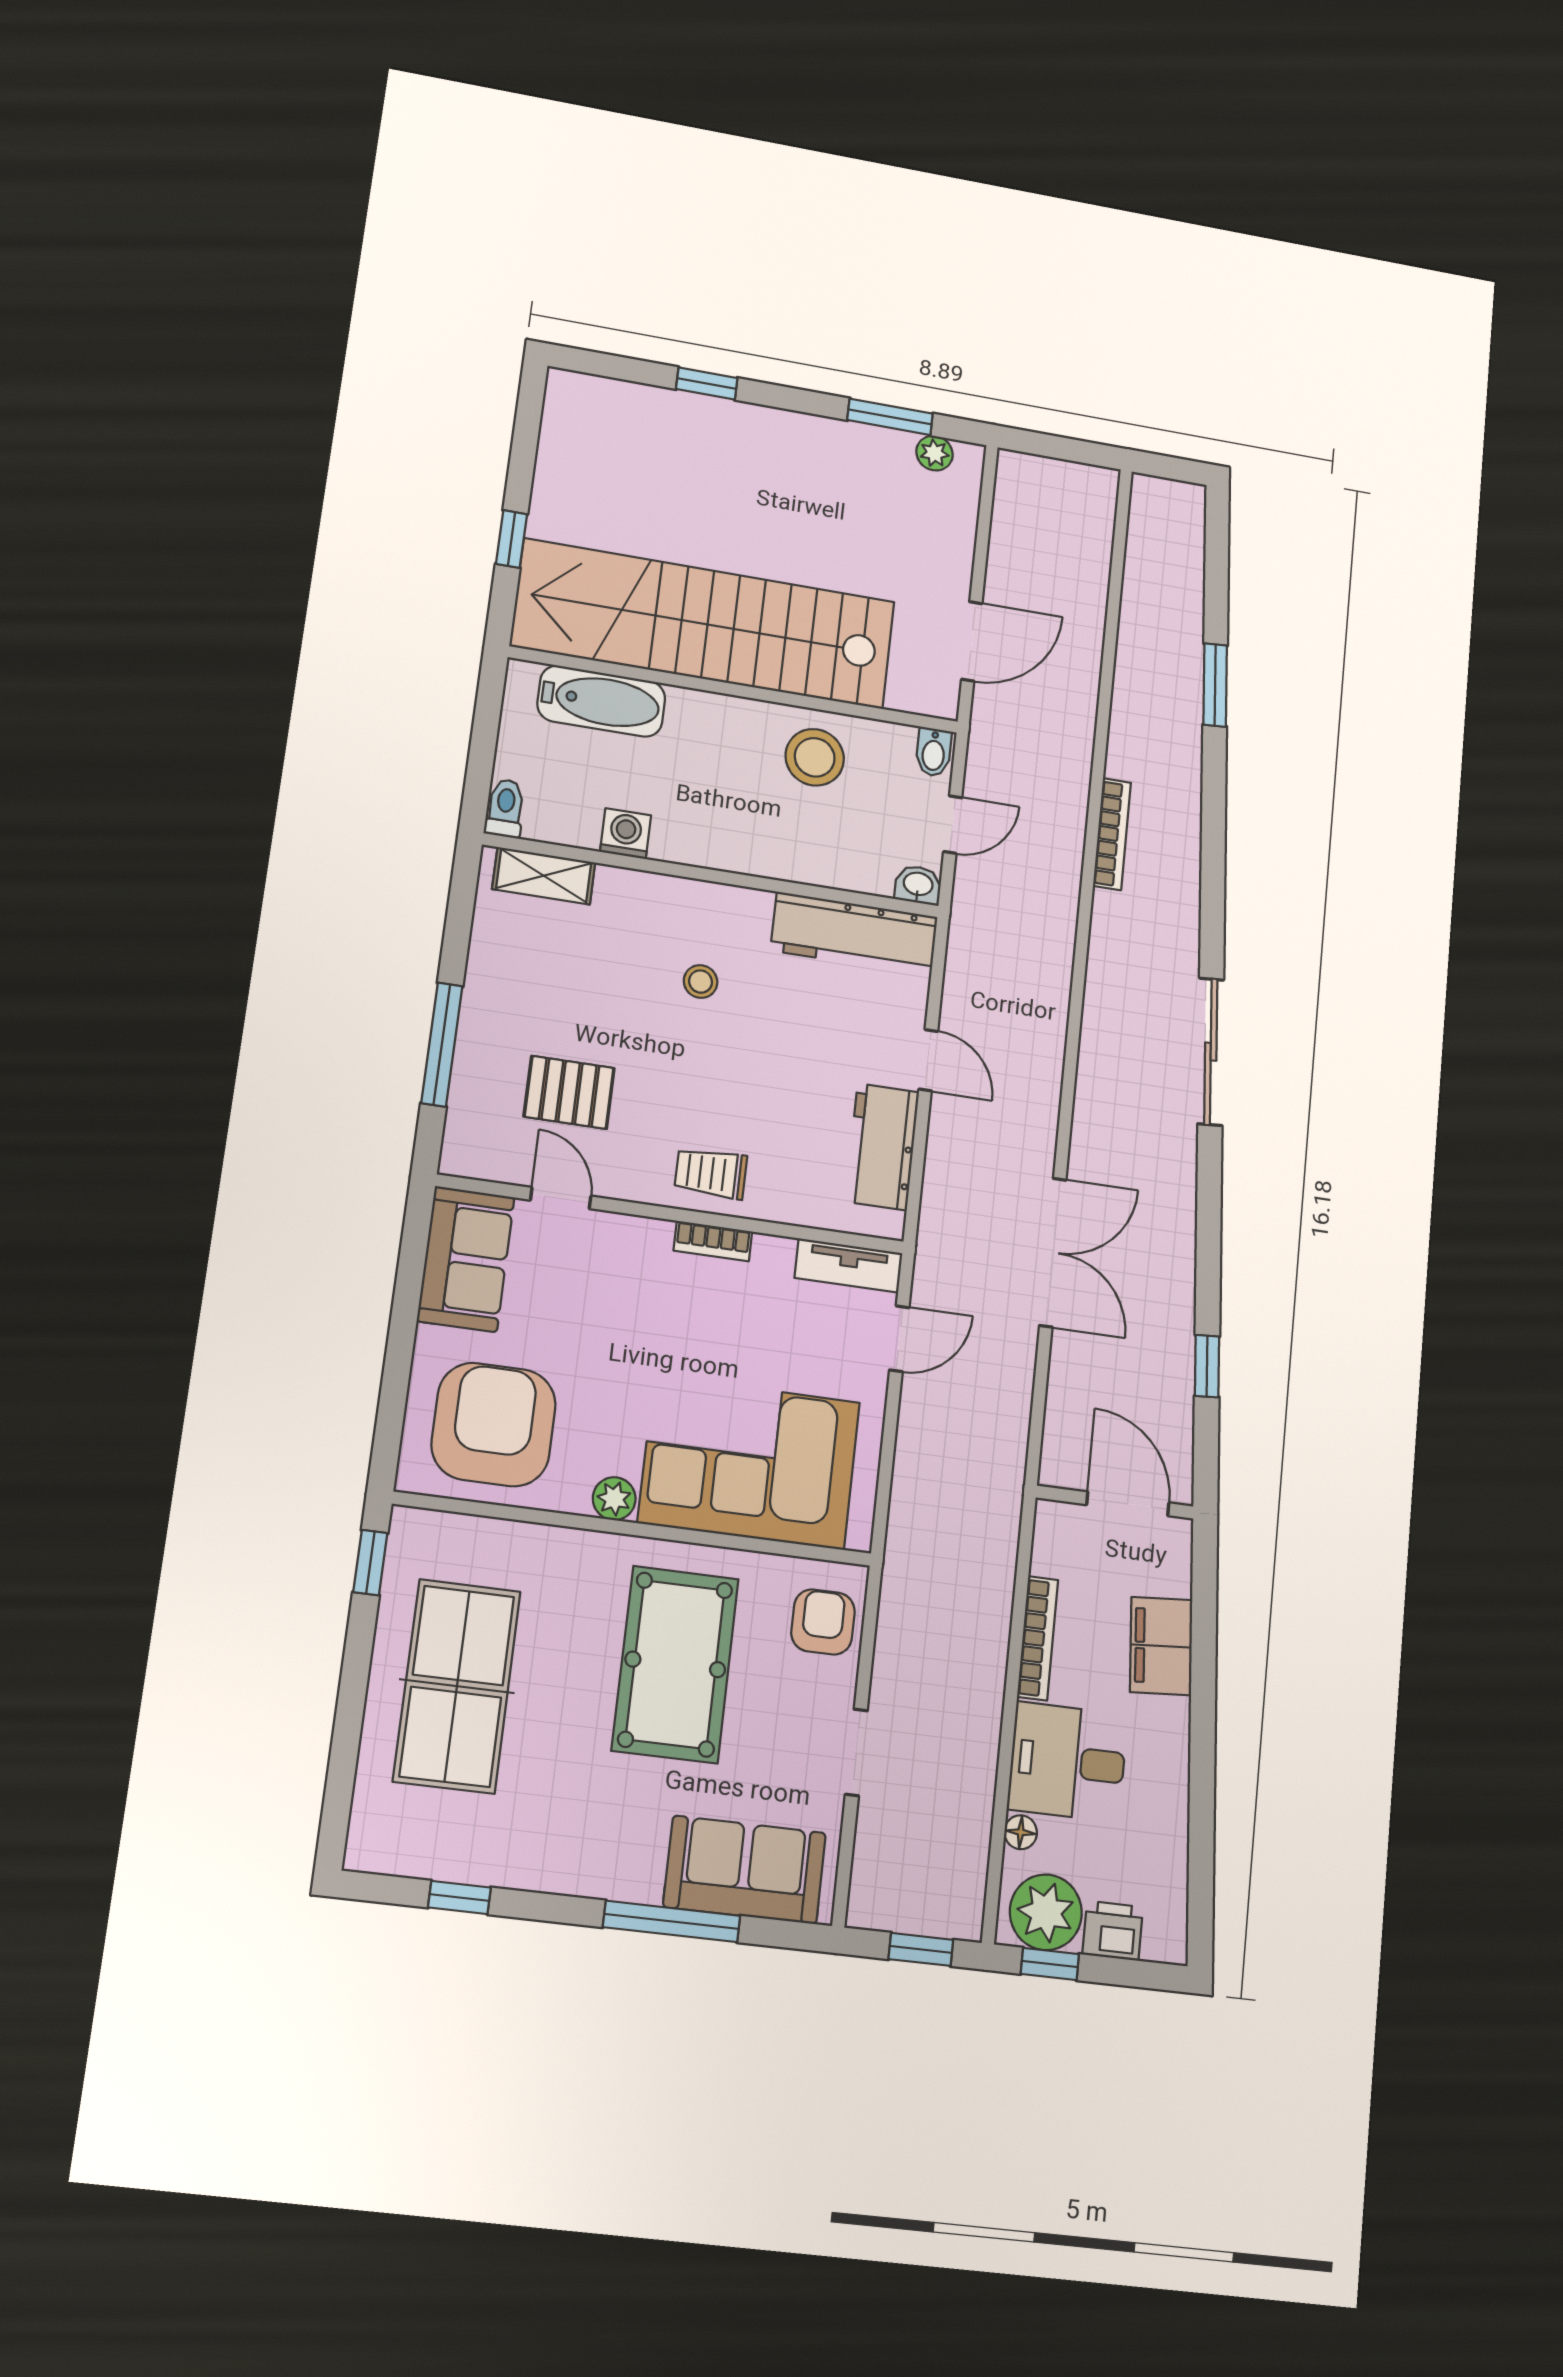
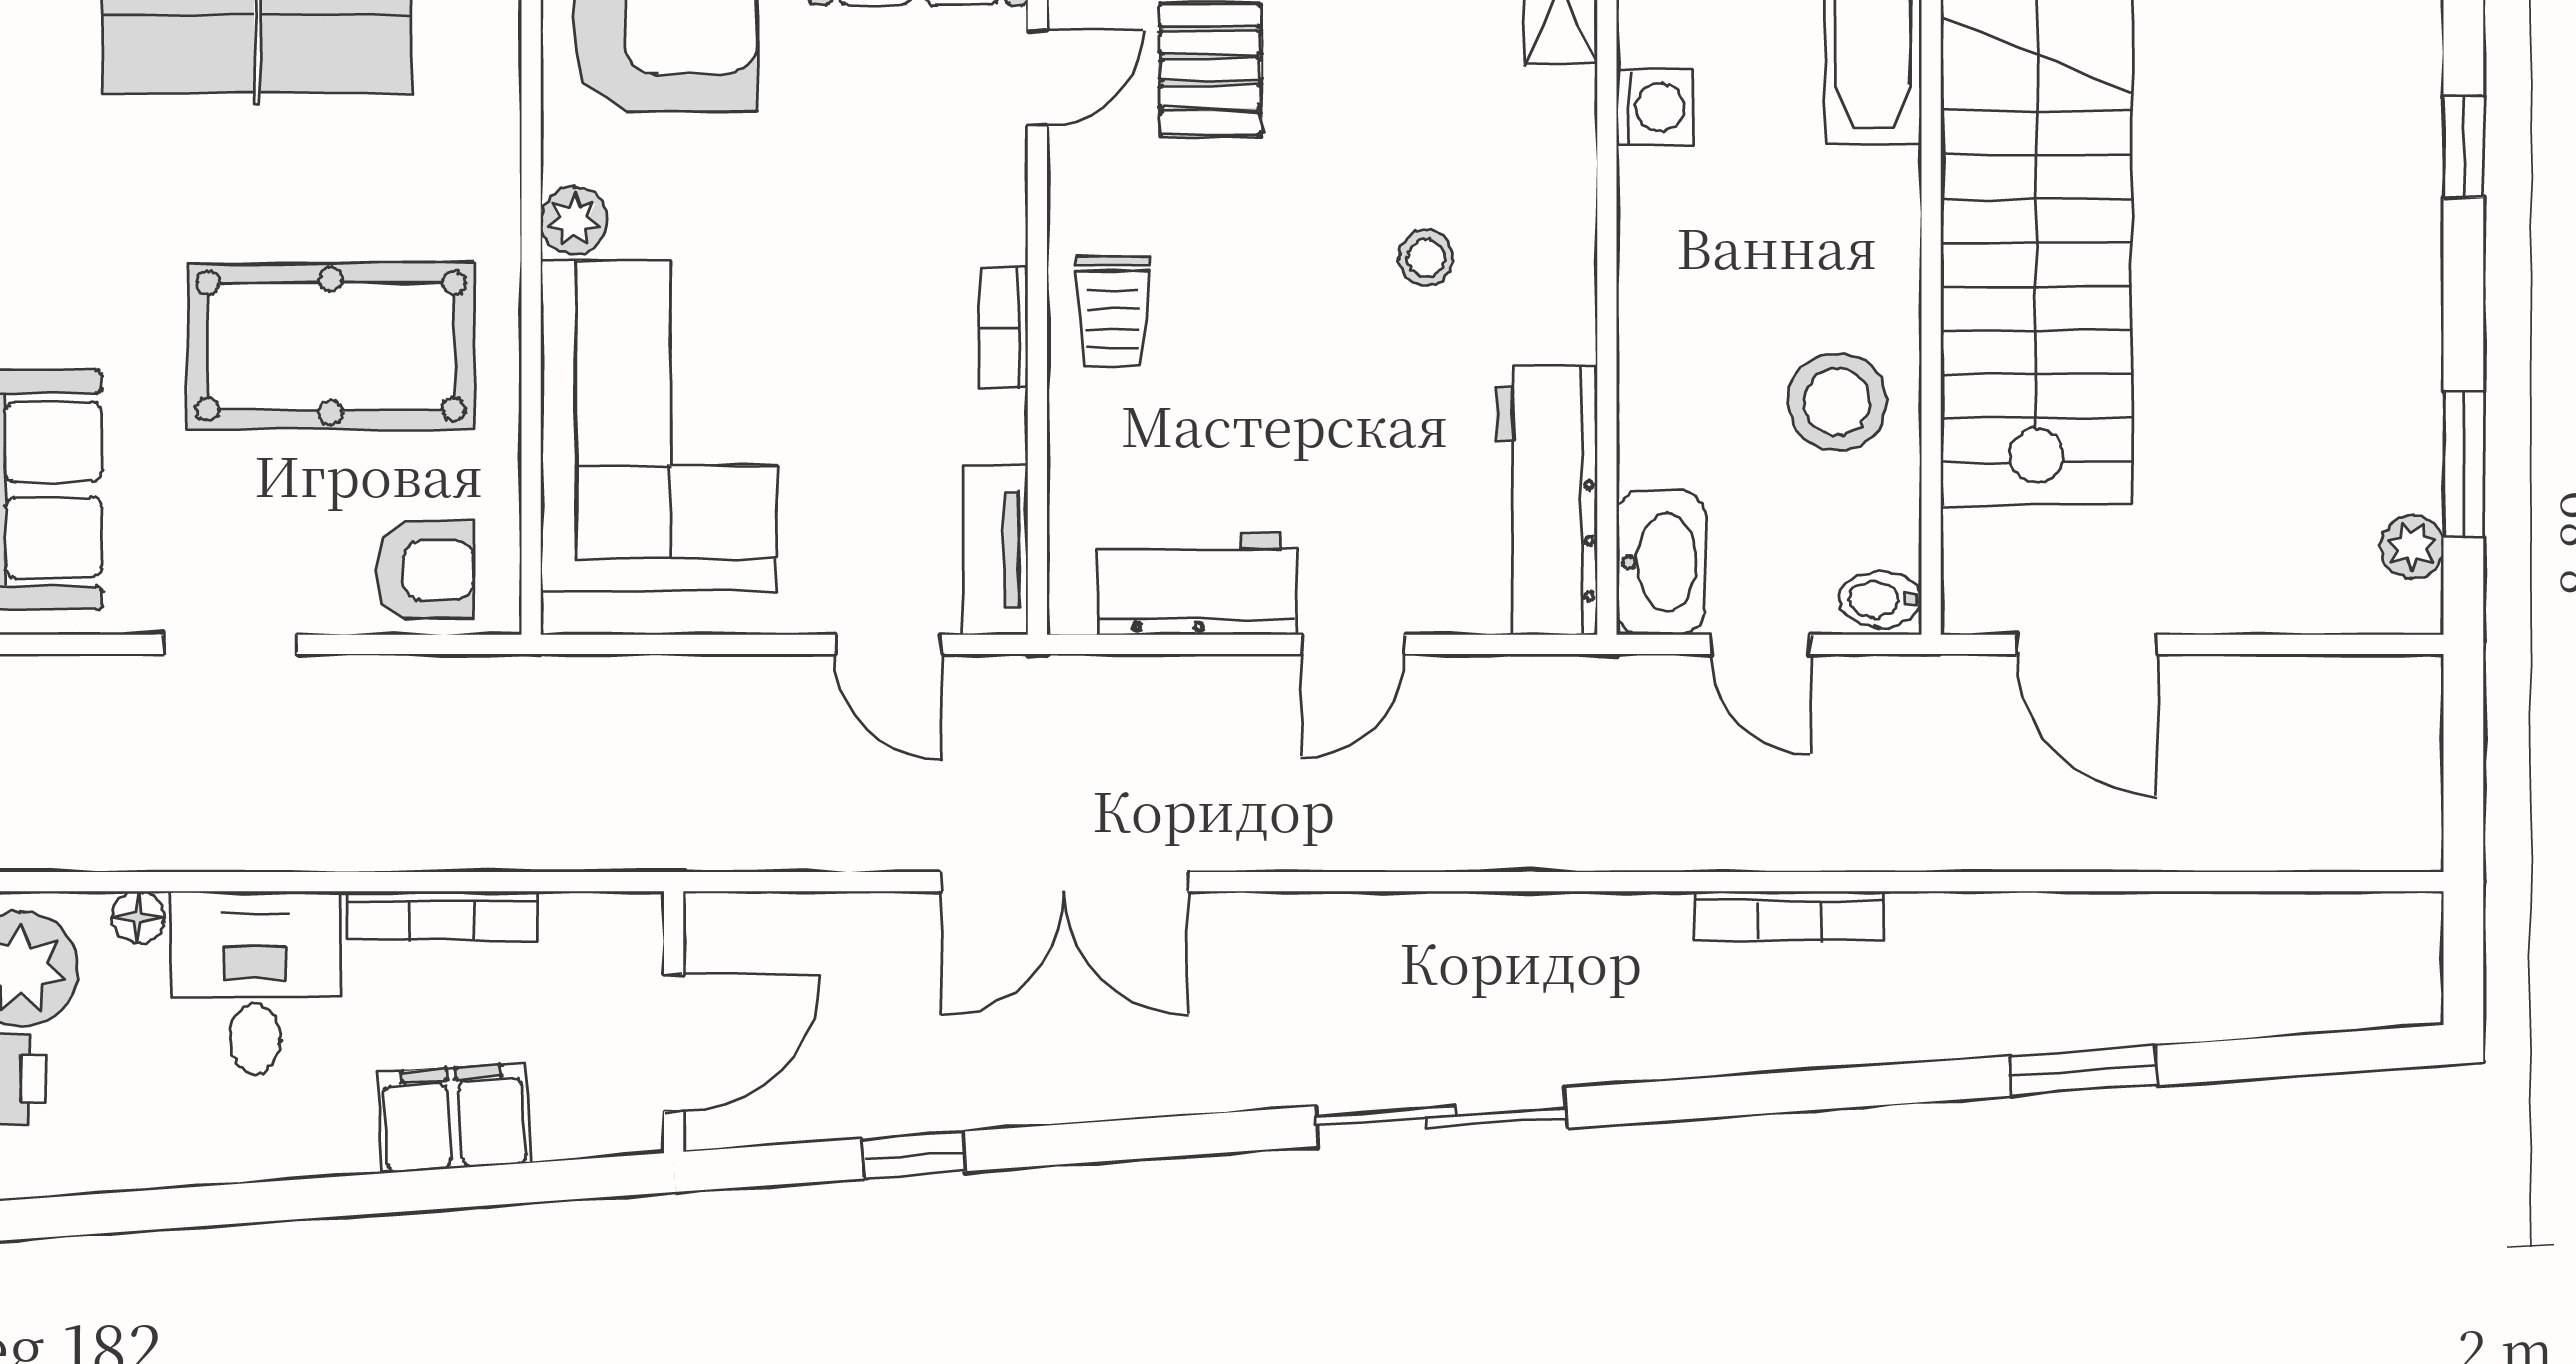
washbasin: (918, 885) -> (1661, 562), width x1.91, depth x1.45
trolley: (711, 1173) -> (1113, 311), turned 180

